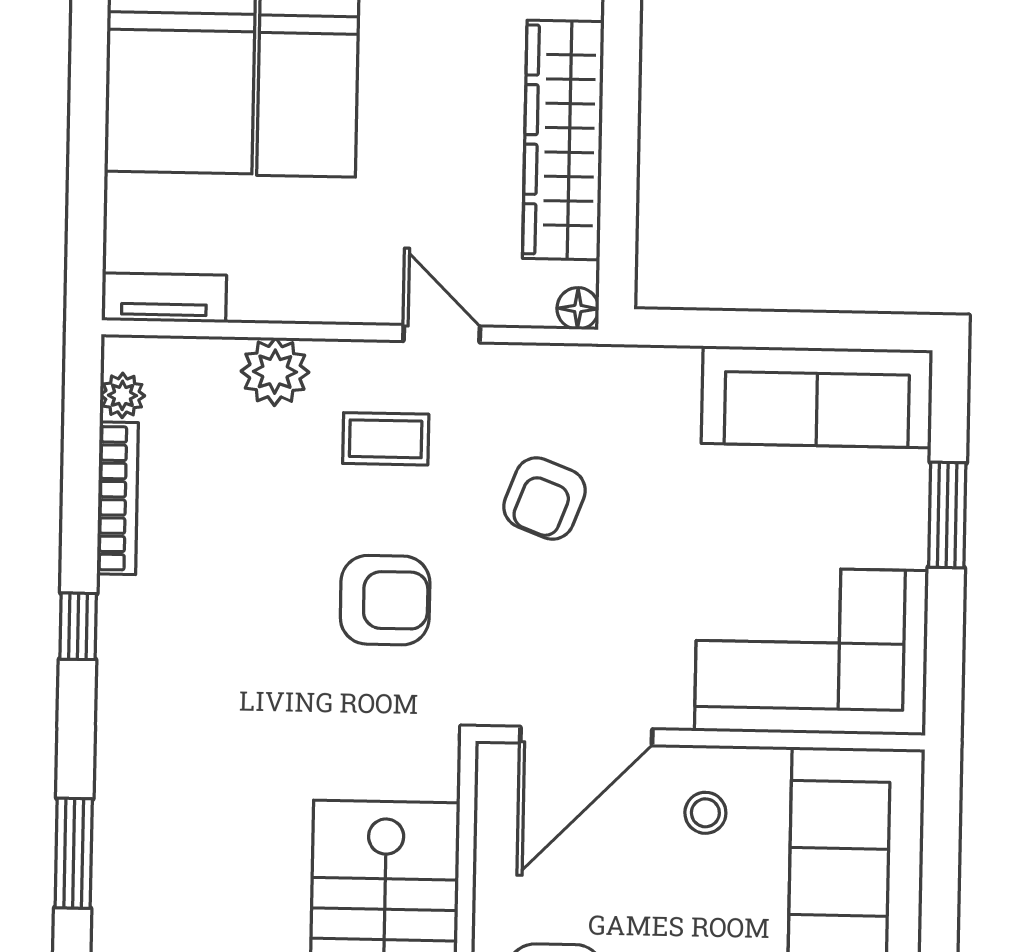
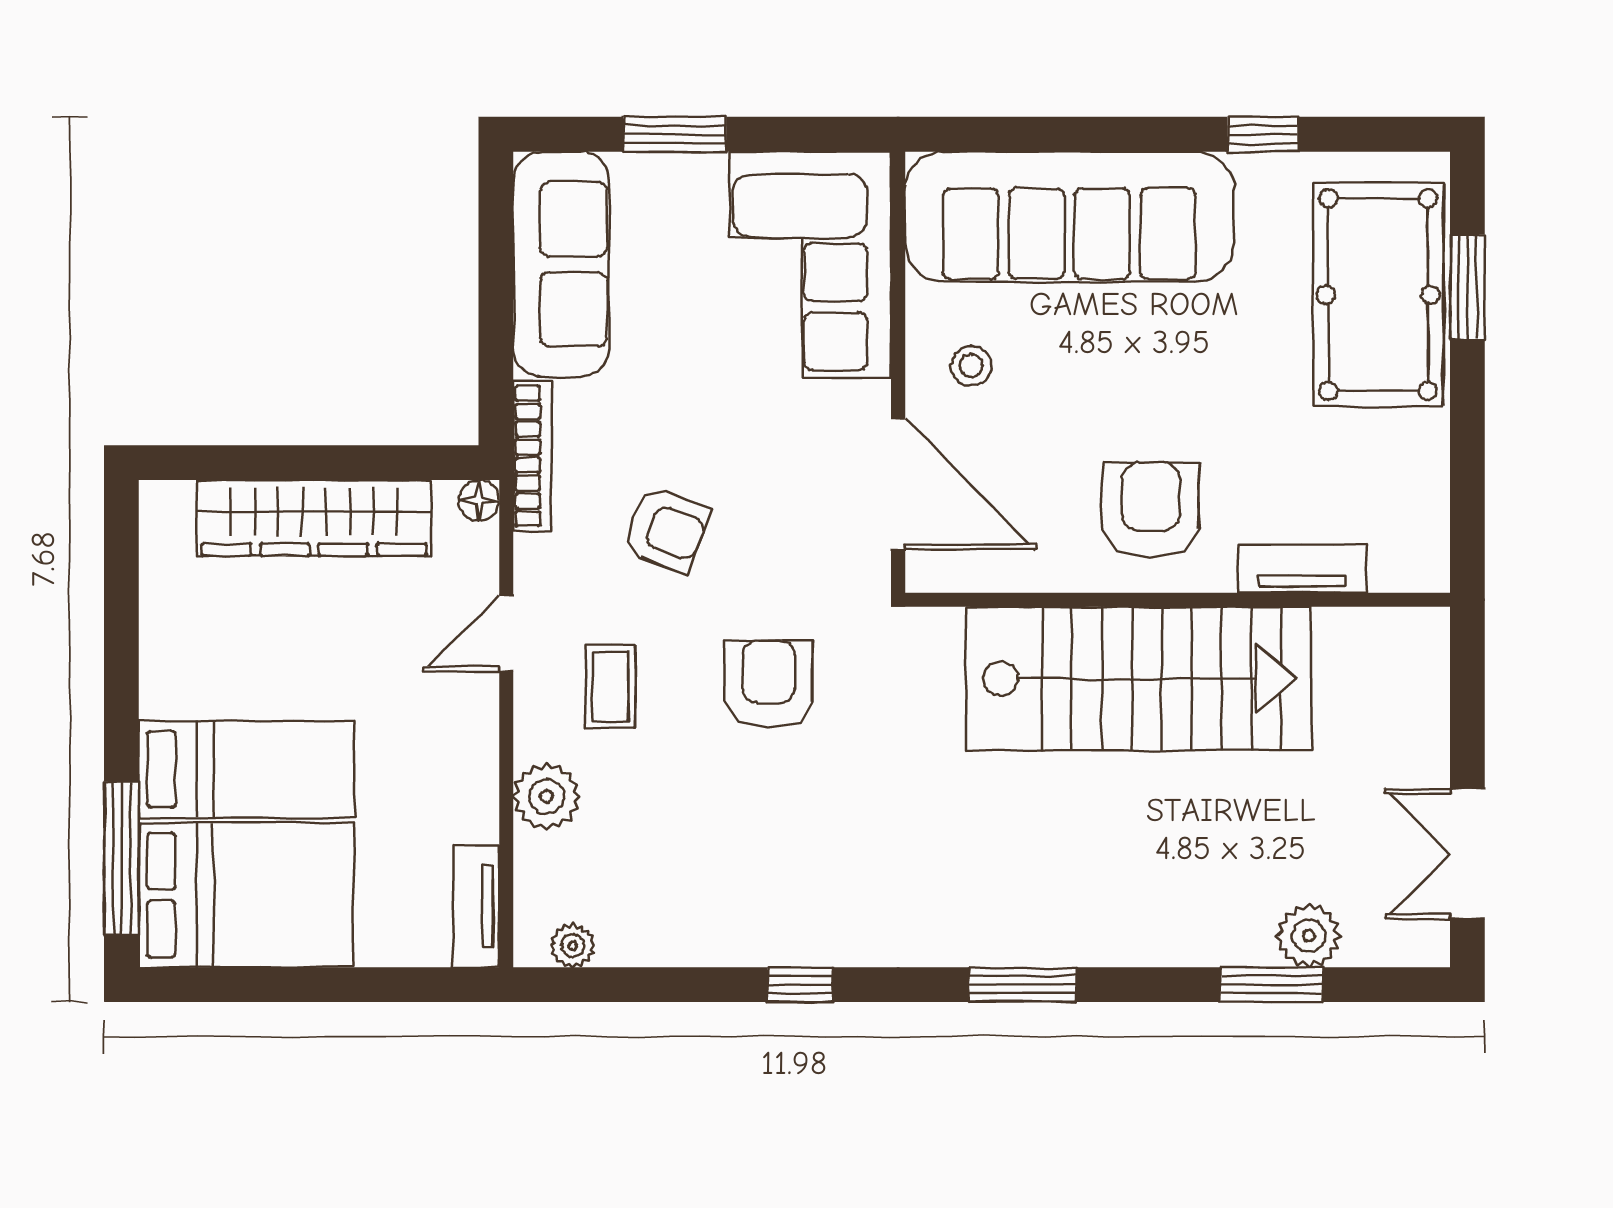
bookcase: (118, 498) -> (532, 456), moved, turned 90

